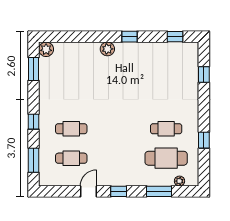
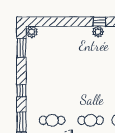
plant: (107, 49) -> (98, 32), moved
cafe table: (71, 129) -> (91, 120), moved

